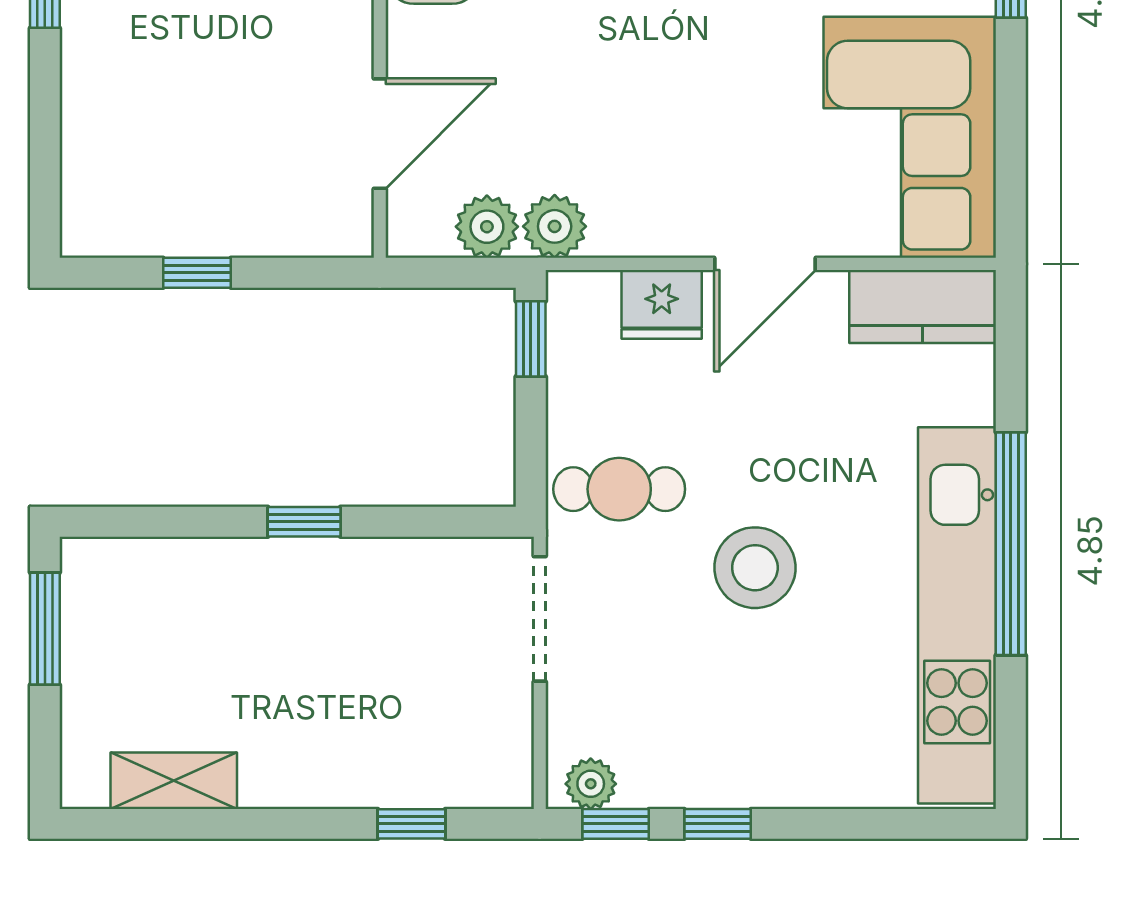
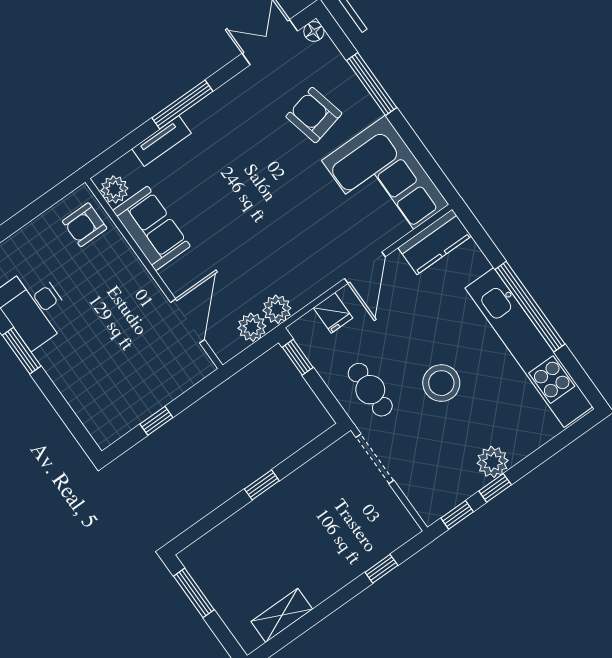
fridge: (662, 304) -> (333, 313), width x0.72
cafe table: (619, 489) -> (370, 390), turned 90
plant: (591, 784) -> (493, 462), moved, width x1.38, depth x1.38

